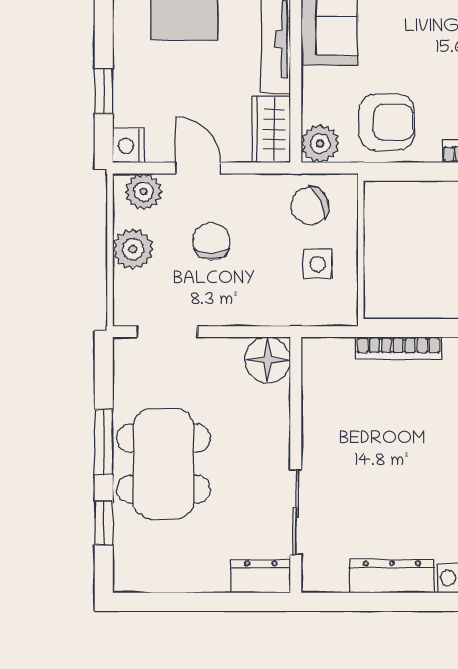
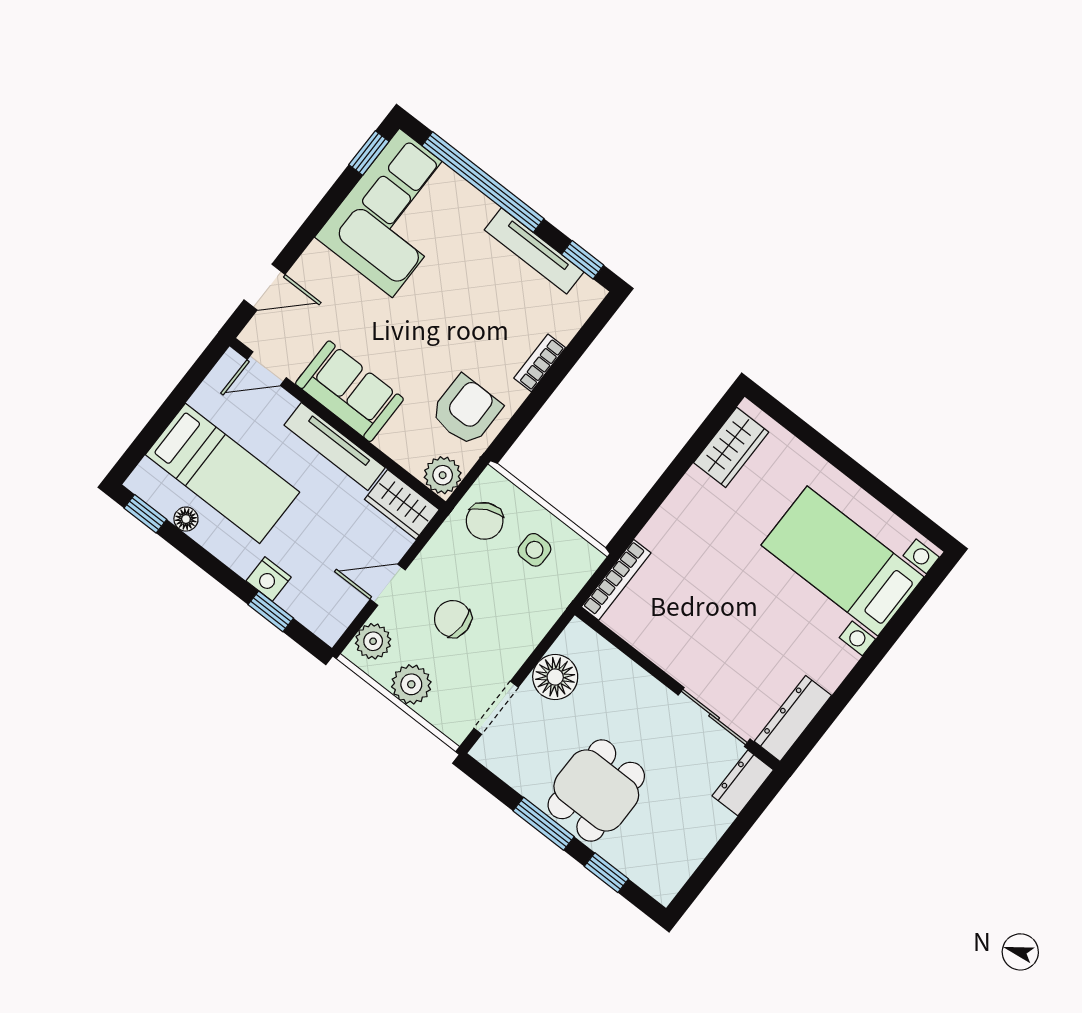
nightstand: (128, 146) -> (269, 579), moved
bookcase: (398, 348) -> (616, 580), moved
floor lamp: (268, 360) -> (555, 677), moved
dining table: (163, 464) -> (596, 790), width x0.73
dresser: (392, 576) -> (793, 718), moved

